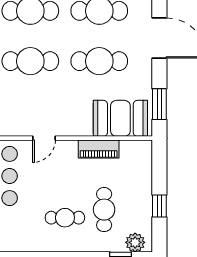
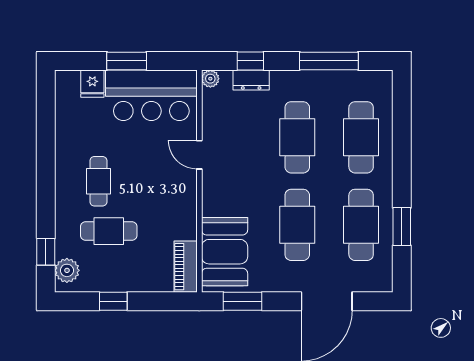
piano: (99, 149) -> (186, 267), moved

